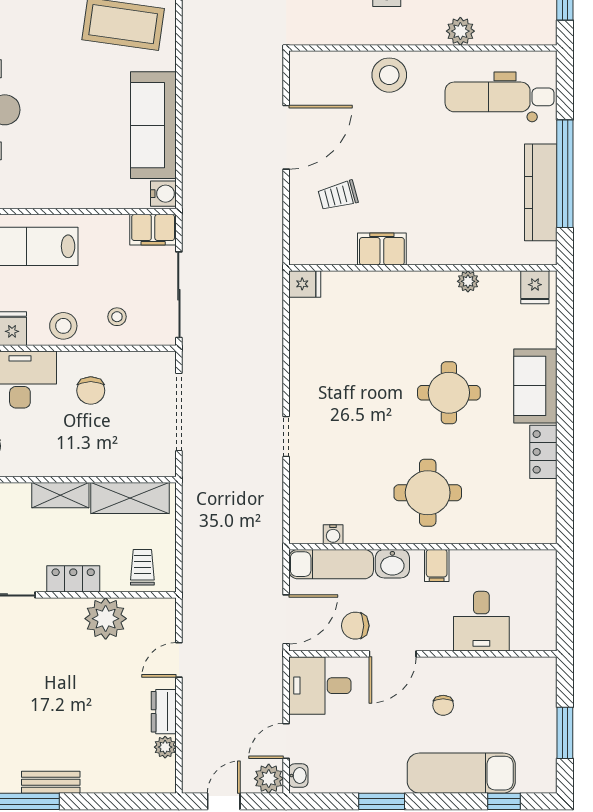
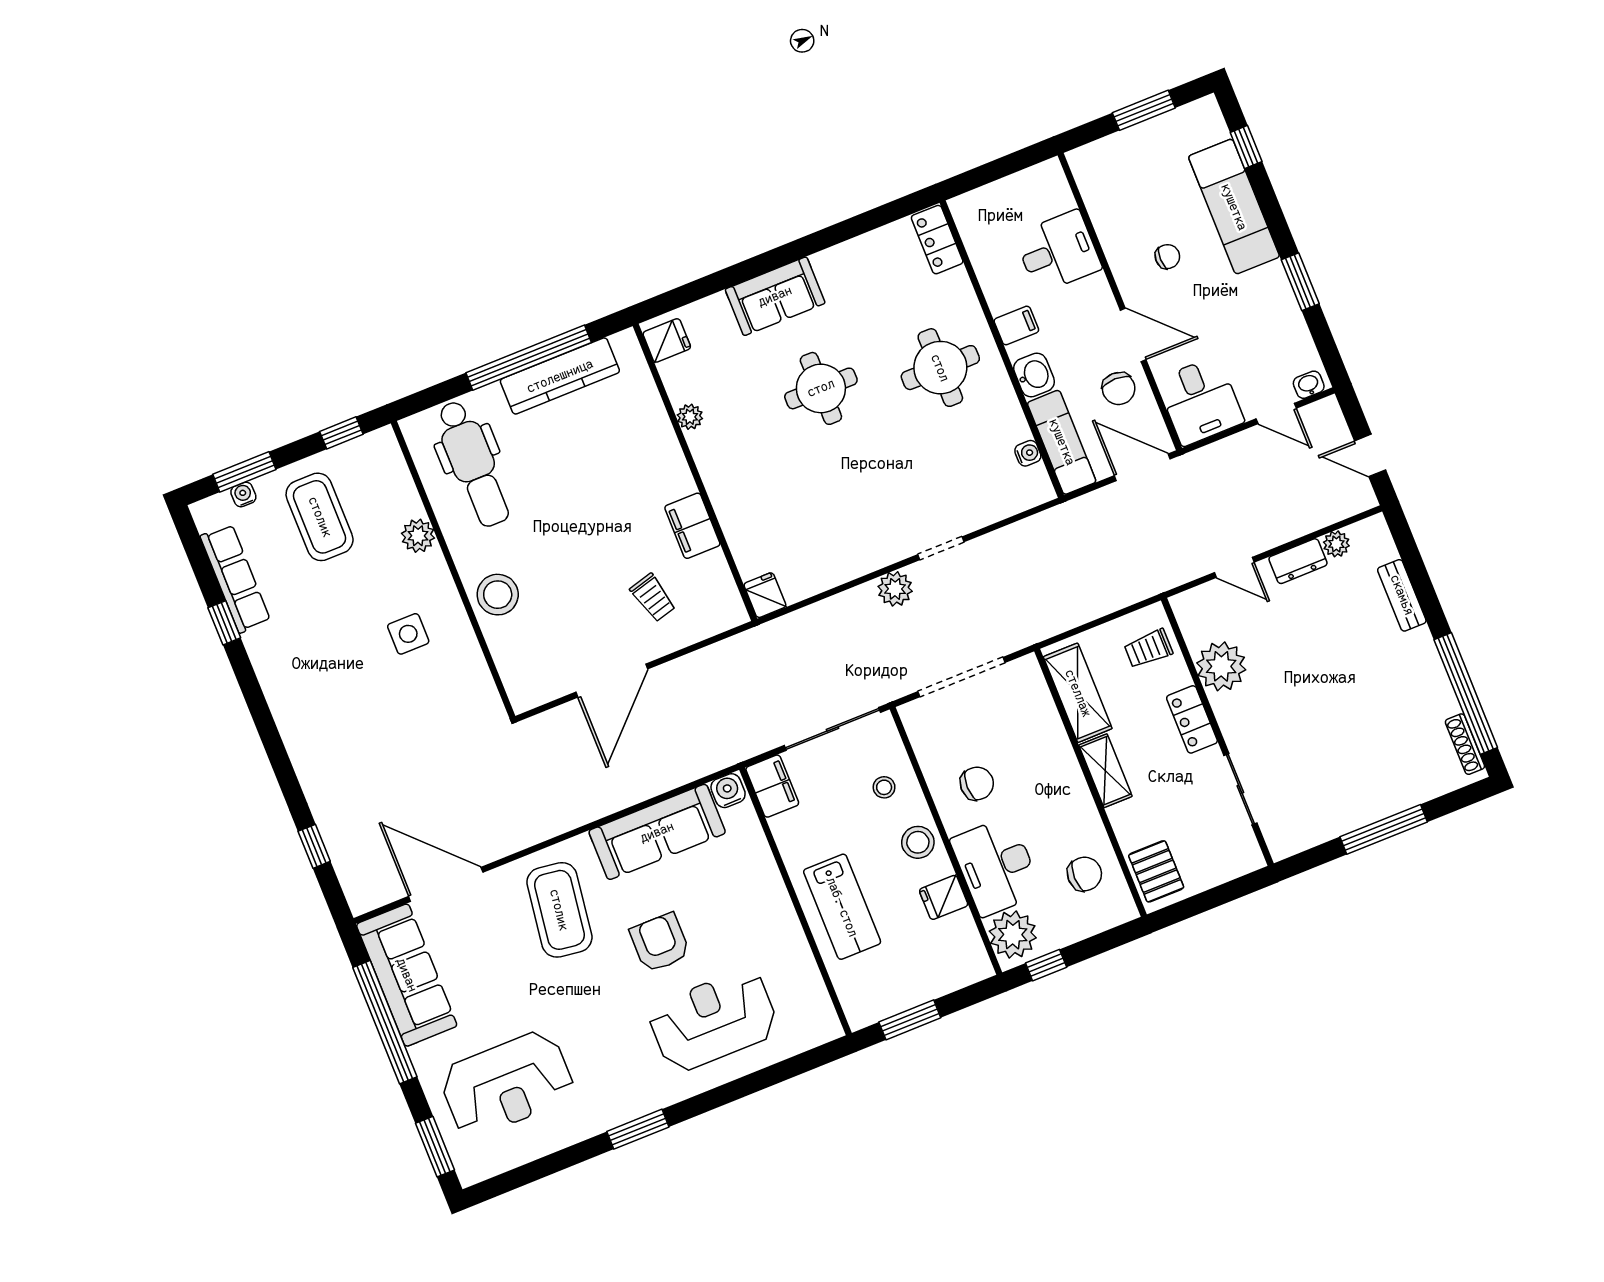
armchair: (66, 92) -> (660, 943), added
door: (286, 137) -> (612, 681), swing flipped
locker: (543, 452) -> (937, 240), moved, turned 90
plant: (269, 779) -> (895, 589), moved
bench: (51, 782) -> (1402, 595), moved

